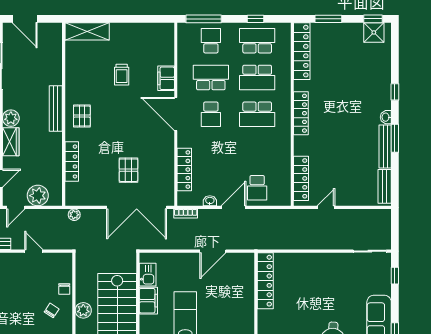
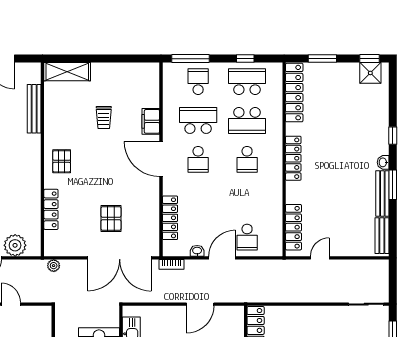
bench: (56, 108) -> (34, 109), moved
school desk: (257, 114) -> (247, 159), width x0.54

